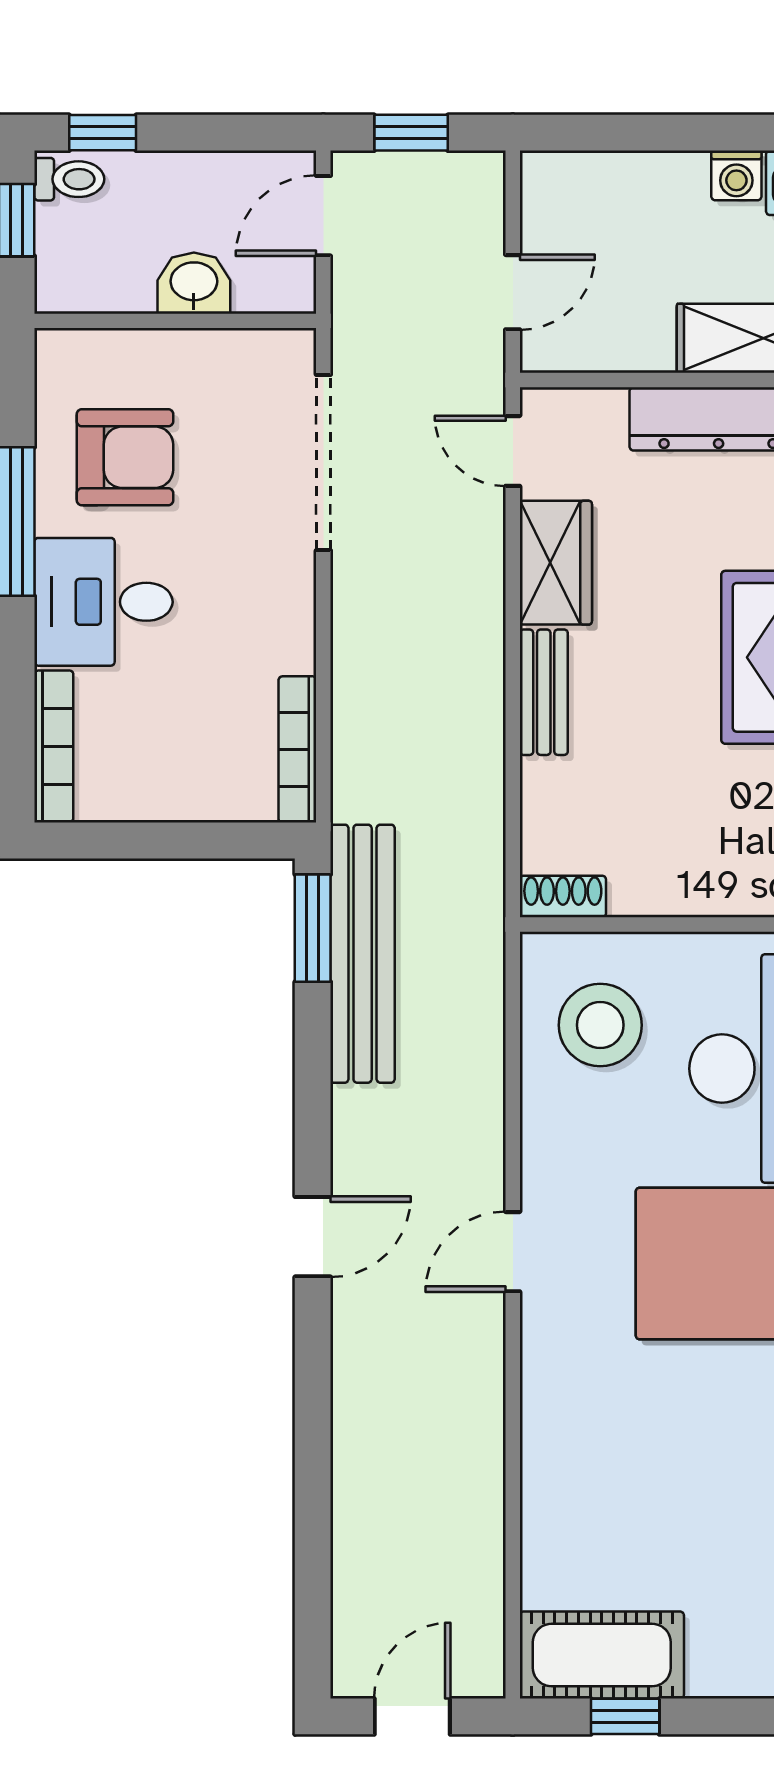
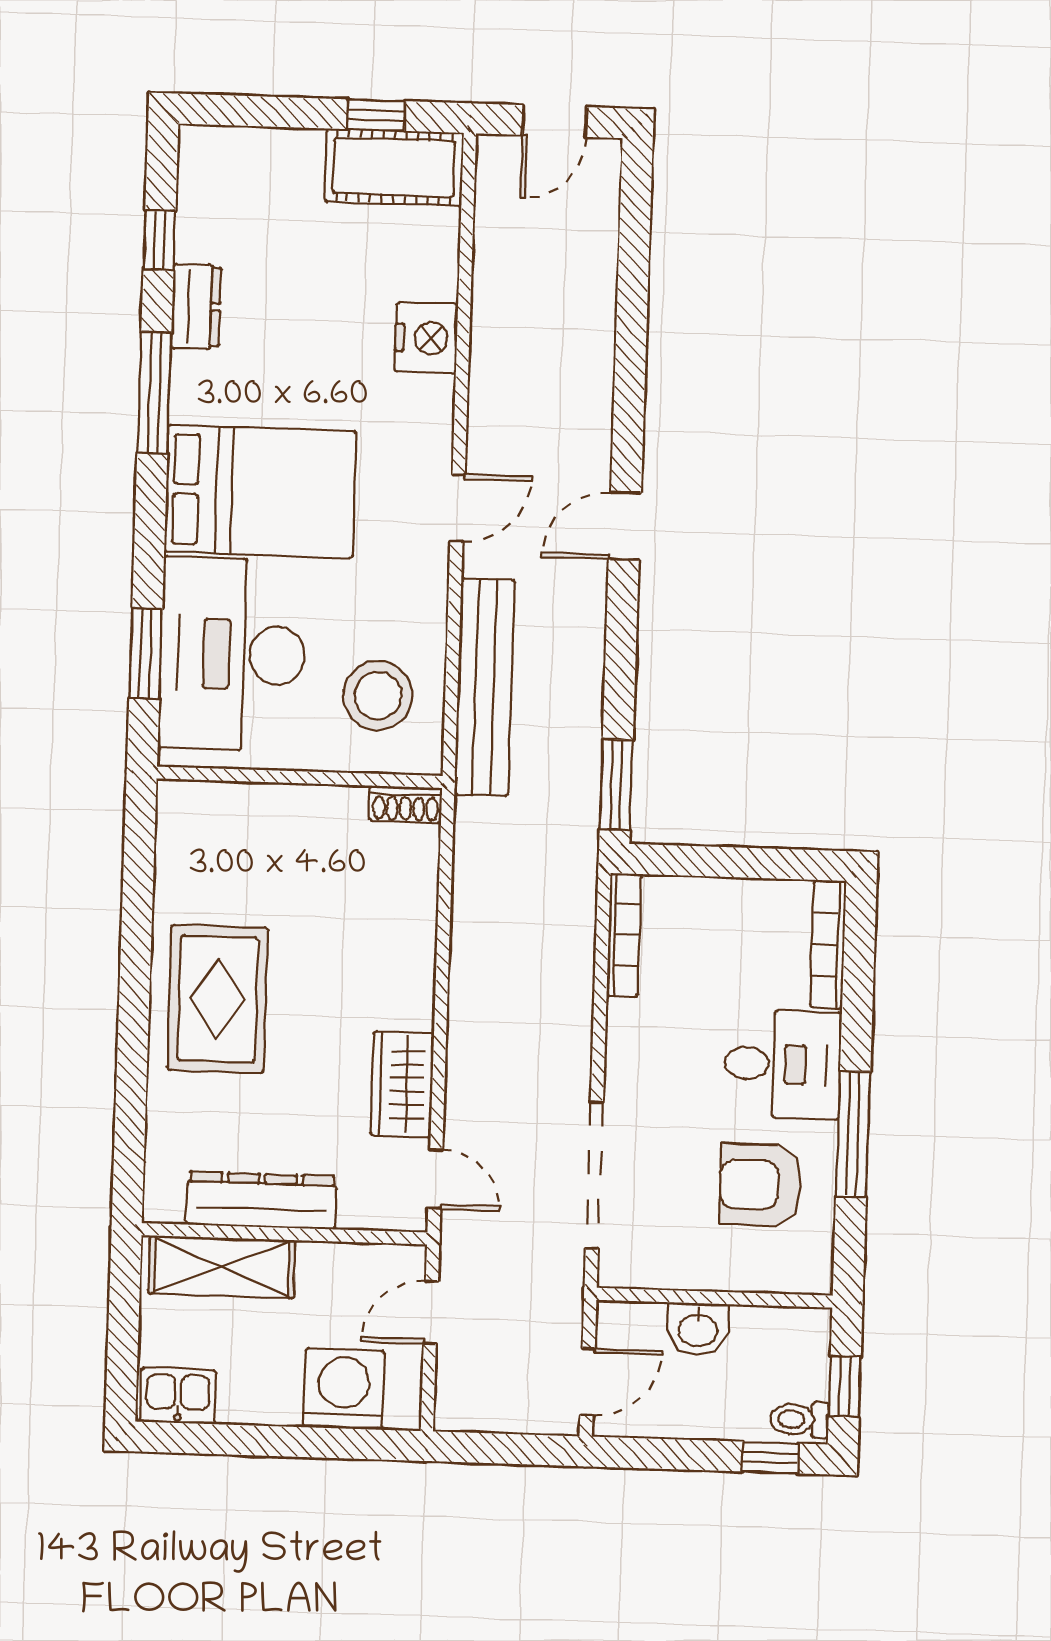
window: (411, 133) -> (512, 1449), removed
washing machine: (736, 175) -> (344, 1389), moved, width x1.89, depth x1.89
bench: (544, 692) -> (416, 976), removed
bench: (363, 954) -> (485, 687), moved
nightstand: (557, 1453) -> (426, 338), added

